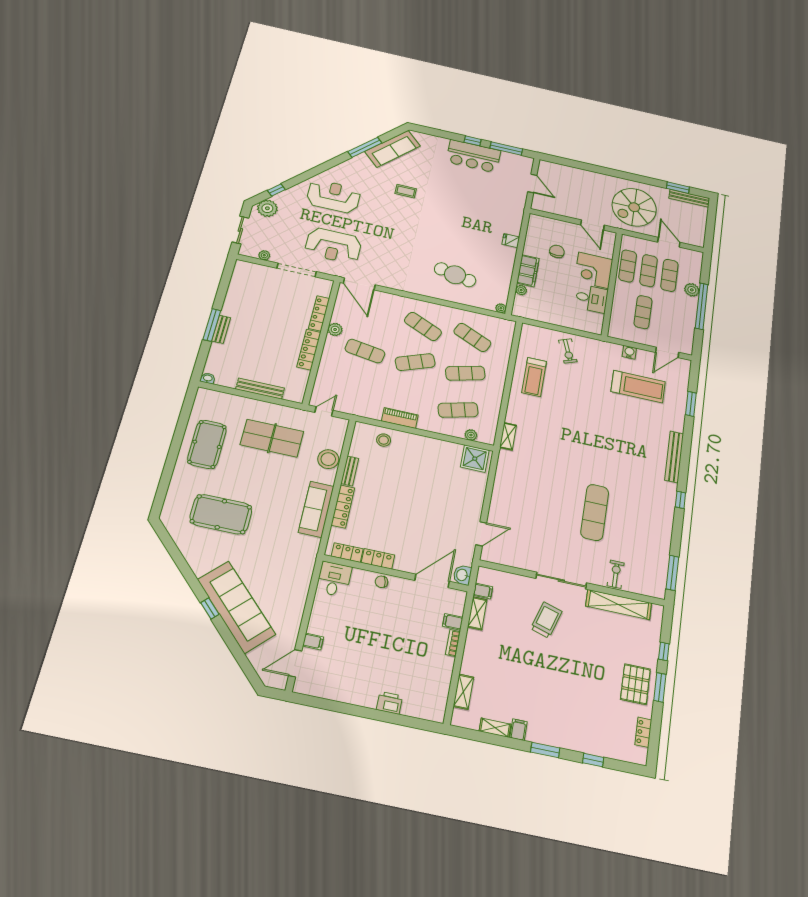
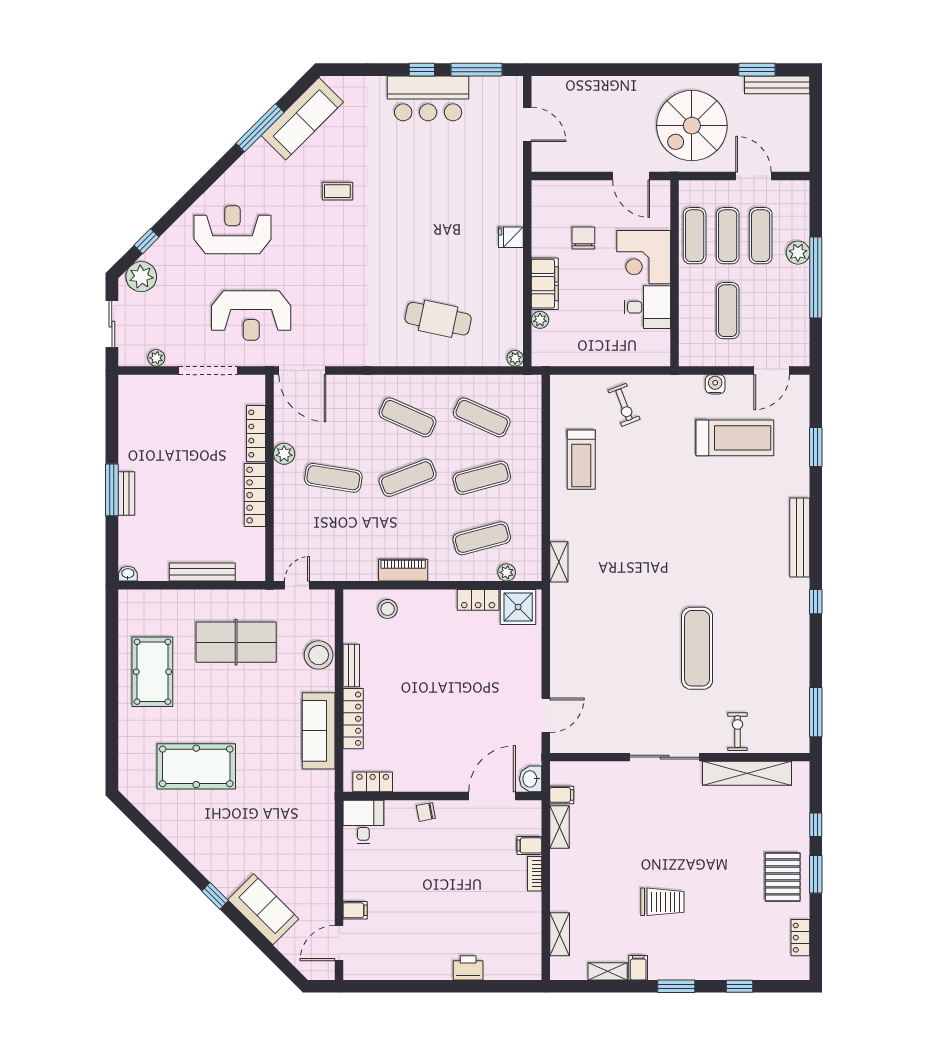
locker: (378, 559) -> (478, 600), moved, turned 180
sofa: (236, 607) -> (263, 909), width x0.54, depth x0.79
trolley: (546, 620) -> (662, 902), moved, turned 73

